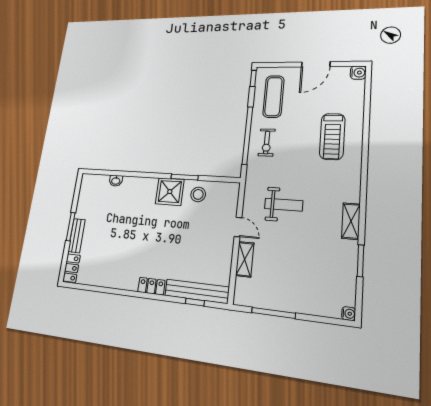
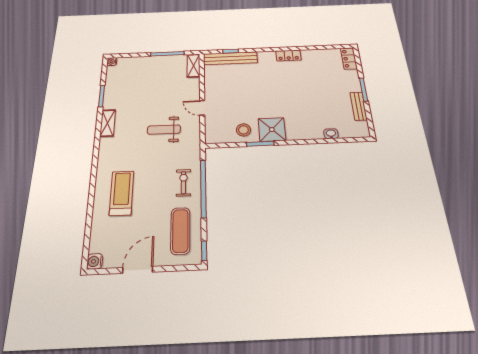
bench: (77, 236) -> (359, 106), moved
shelving: (245, 259) -> (193, 66), moved
locker: (151, 286) -> (288, 55), moved

